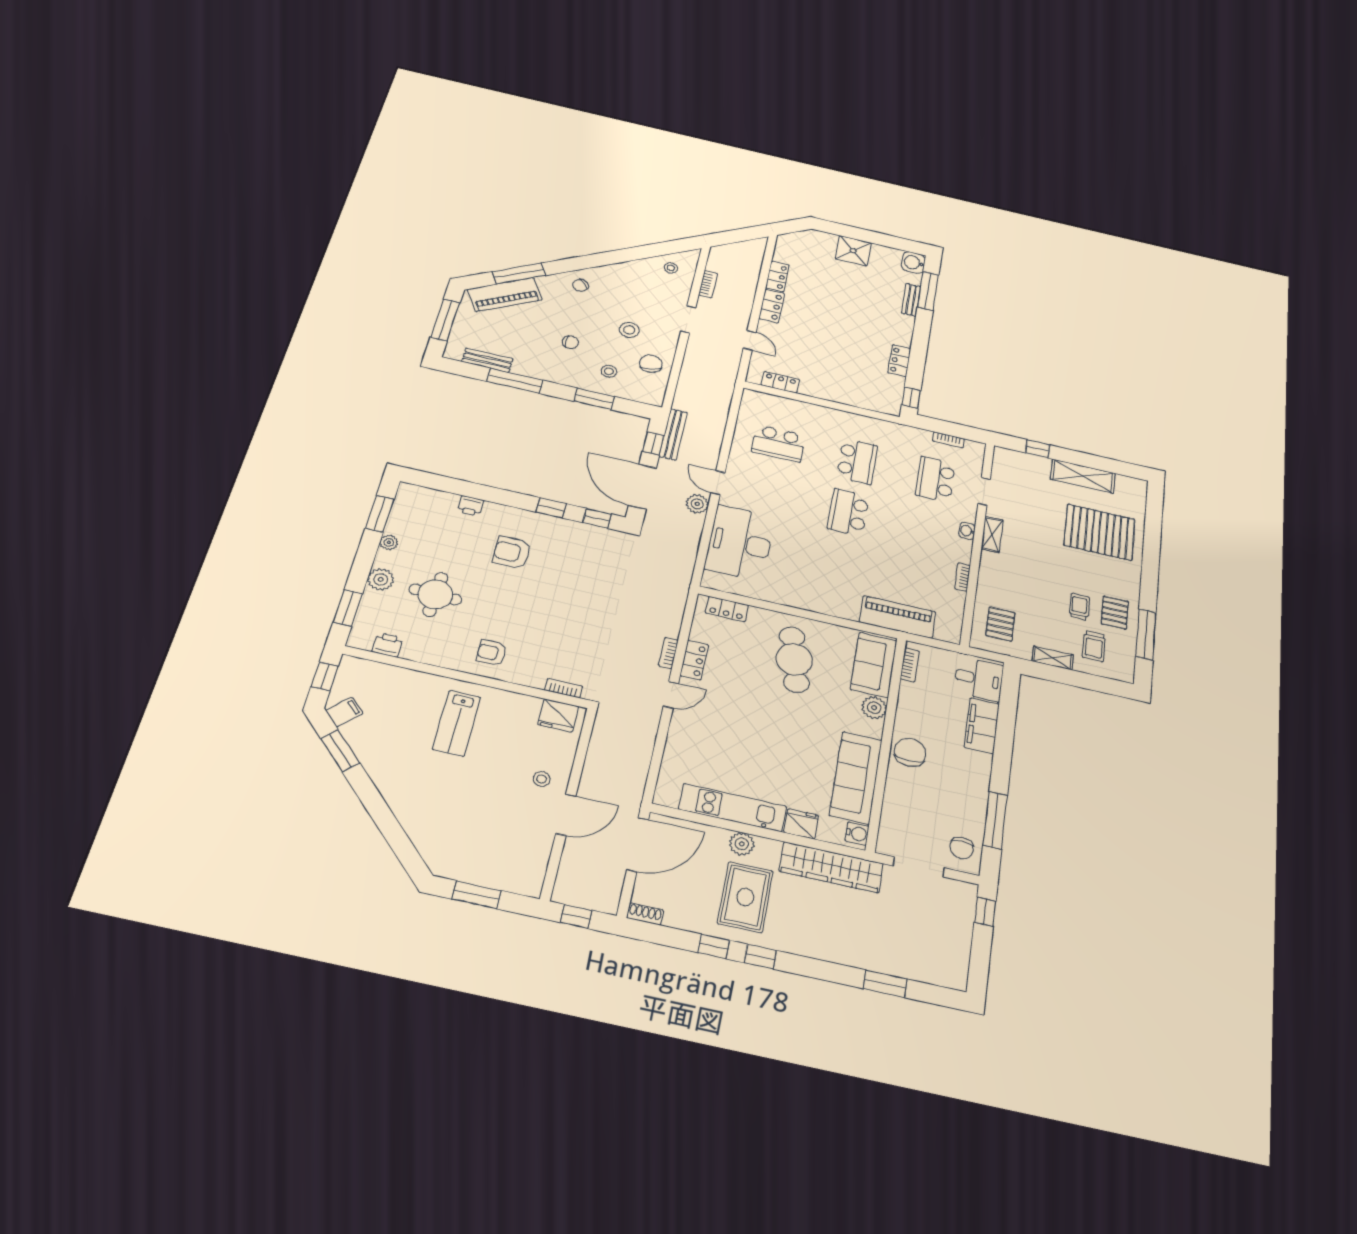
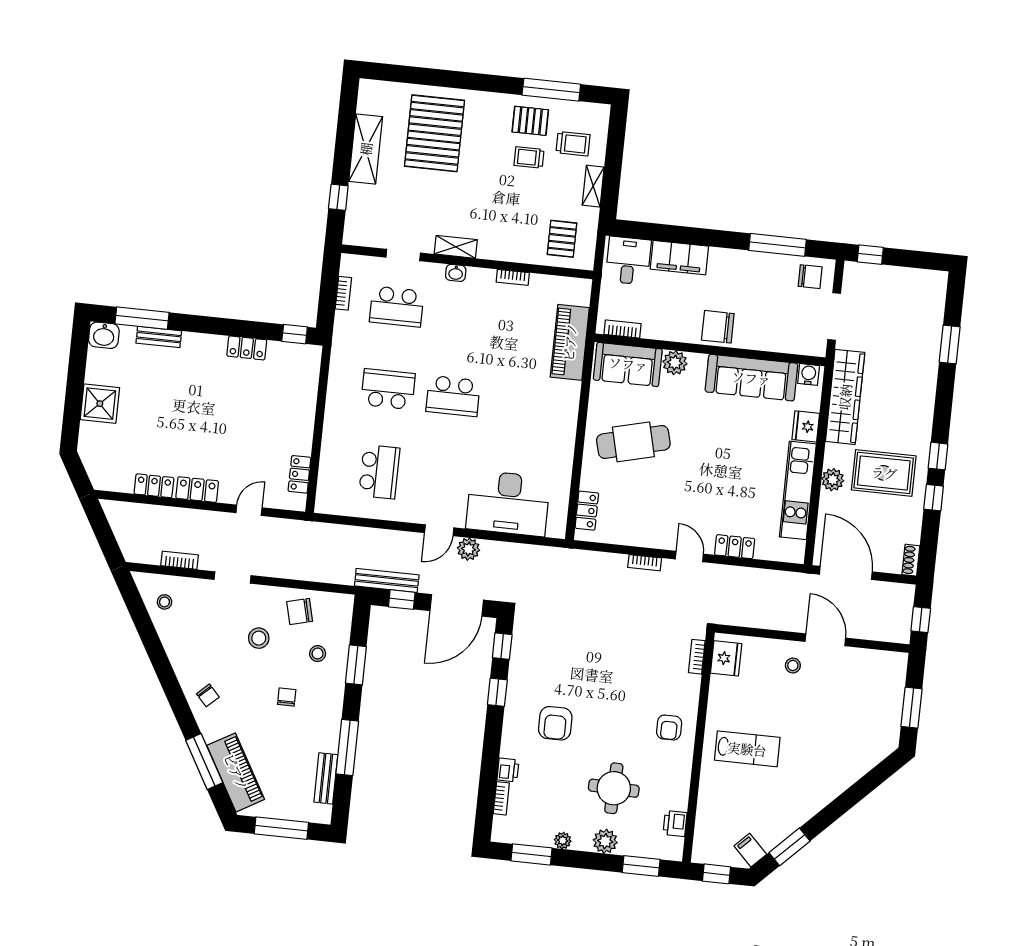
bookcase: (442, 496) -> (501, 798), added
pallet: (1000, 624) -> (562, 239), turned 90
locker: (694, 660) -> (735, 547), moved

